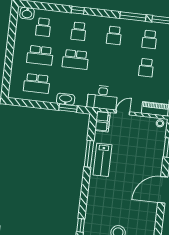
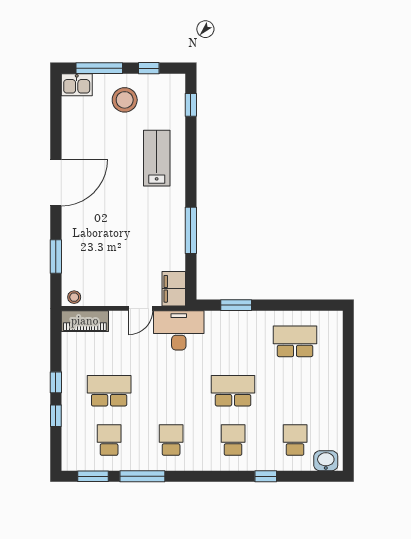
window: (78, 10) -> (266, 476), moved
school desk: (40, 55) -> (295, 391), removed
school desk: (146, 68) -> (109, 391), width x1.85
washbasin: (66, 99) -> (242, 320), removed
lab bench: (102, 160) -> (157, 158), moved

